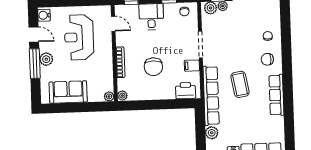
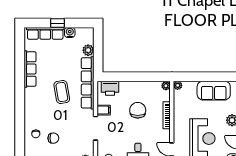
chair: (267, 59) -> (53, 138), moved
row of seats: (276, 95) -> (30, 69), moved

